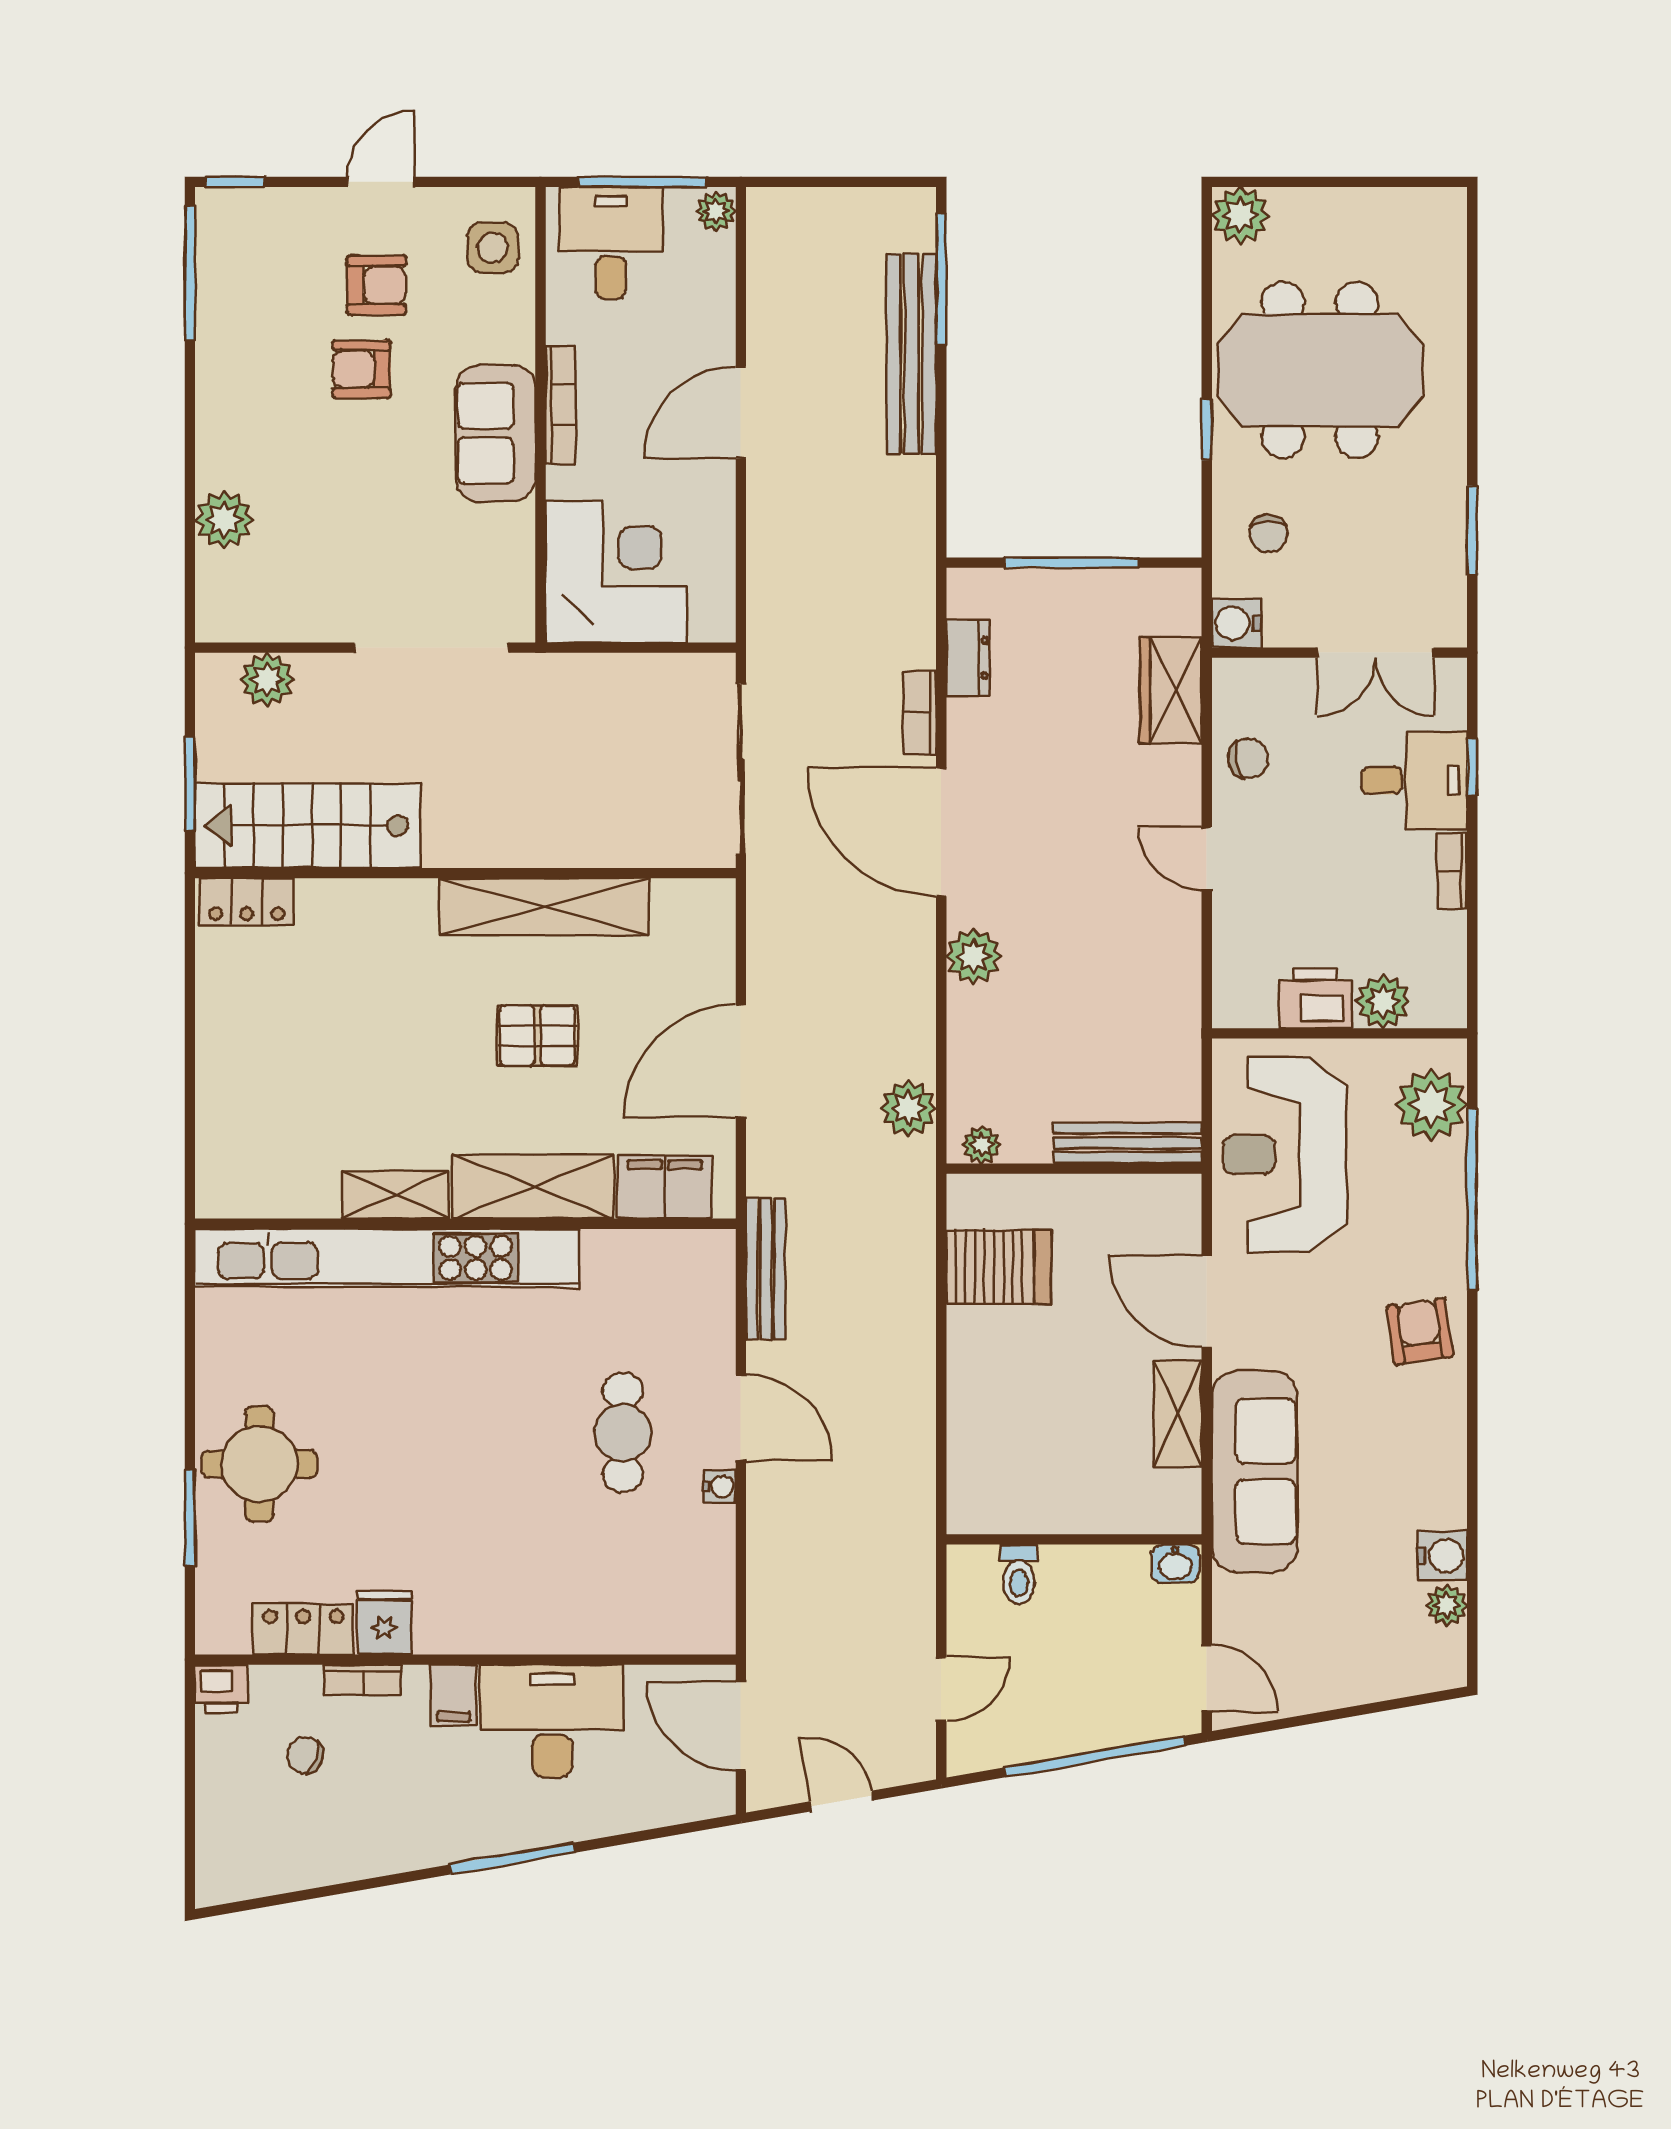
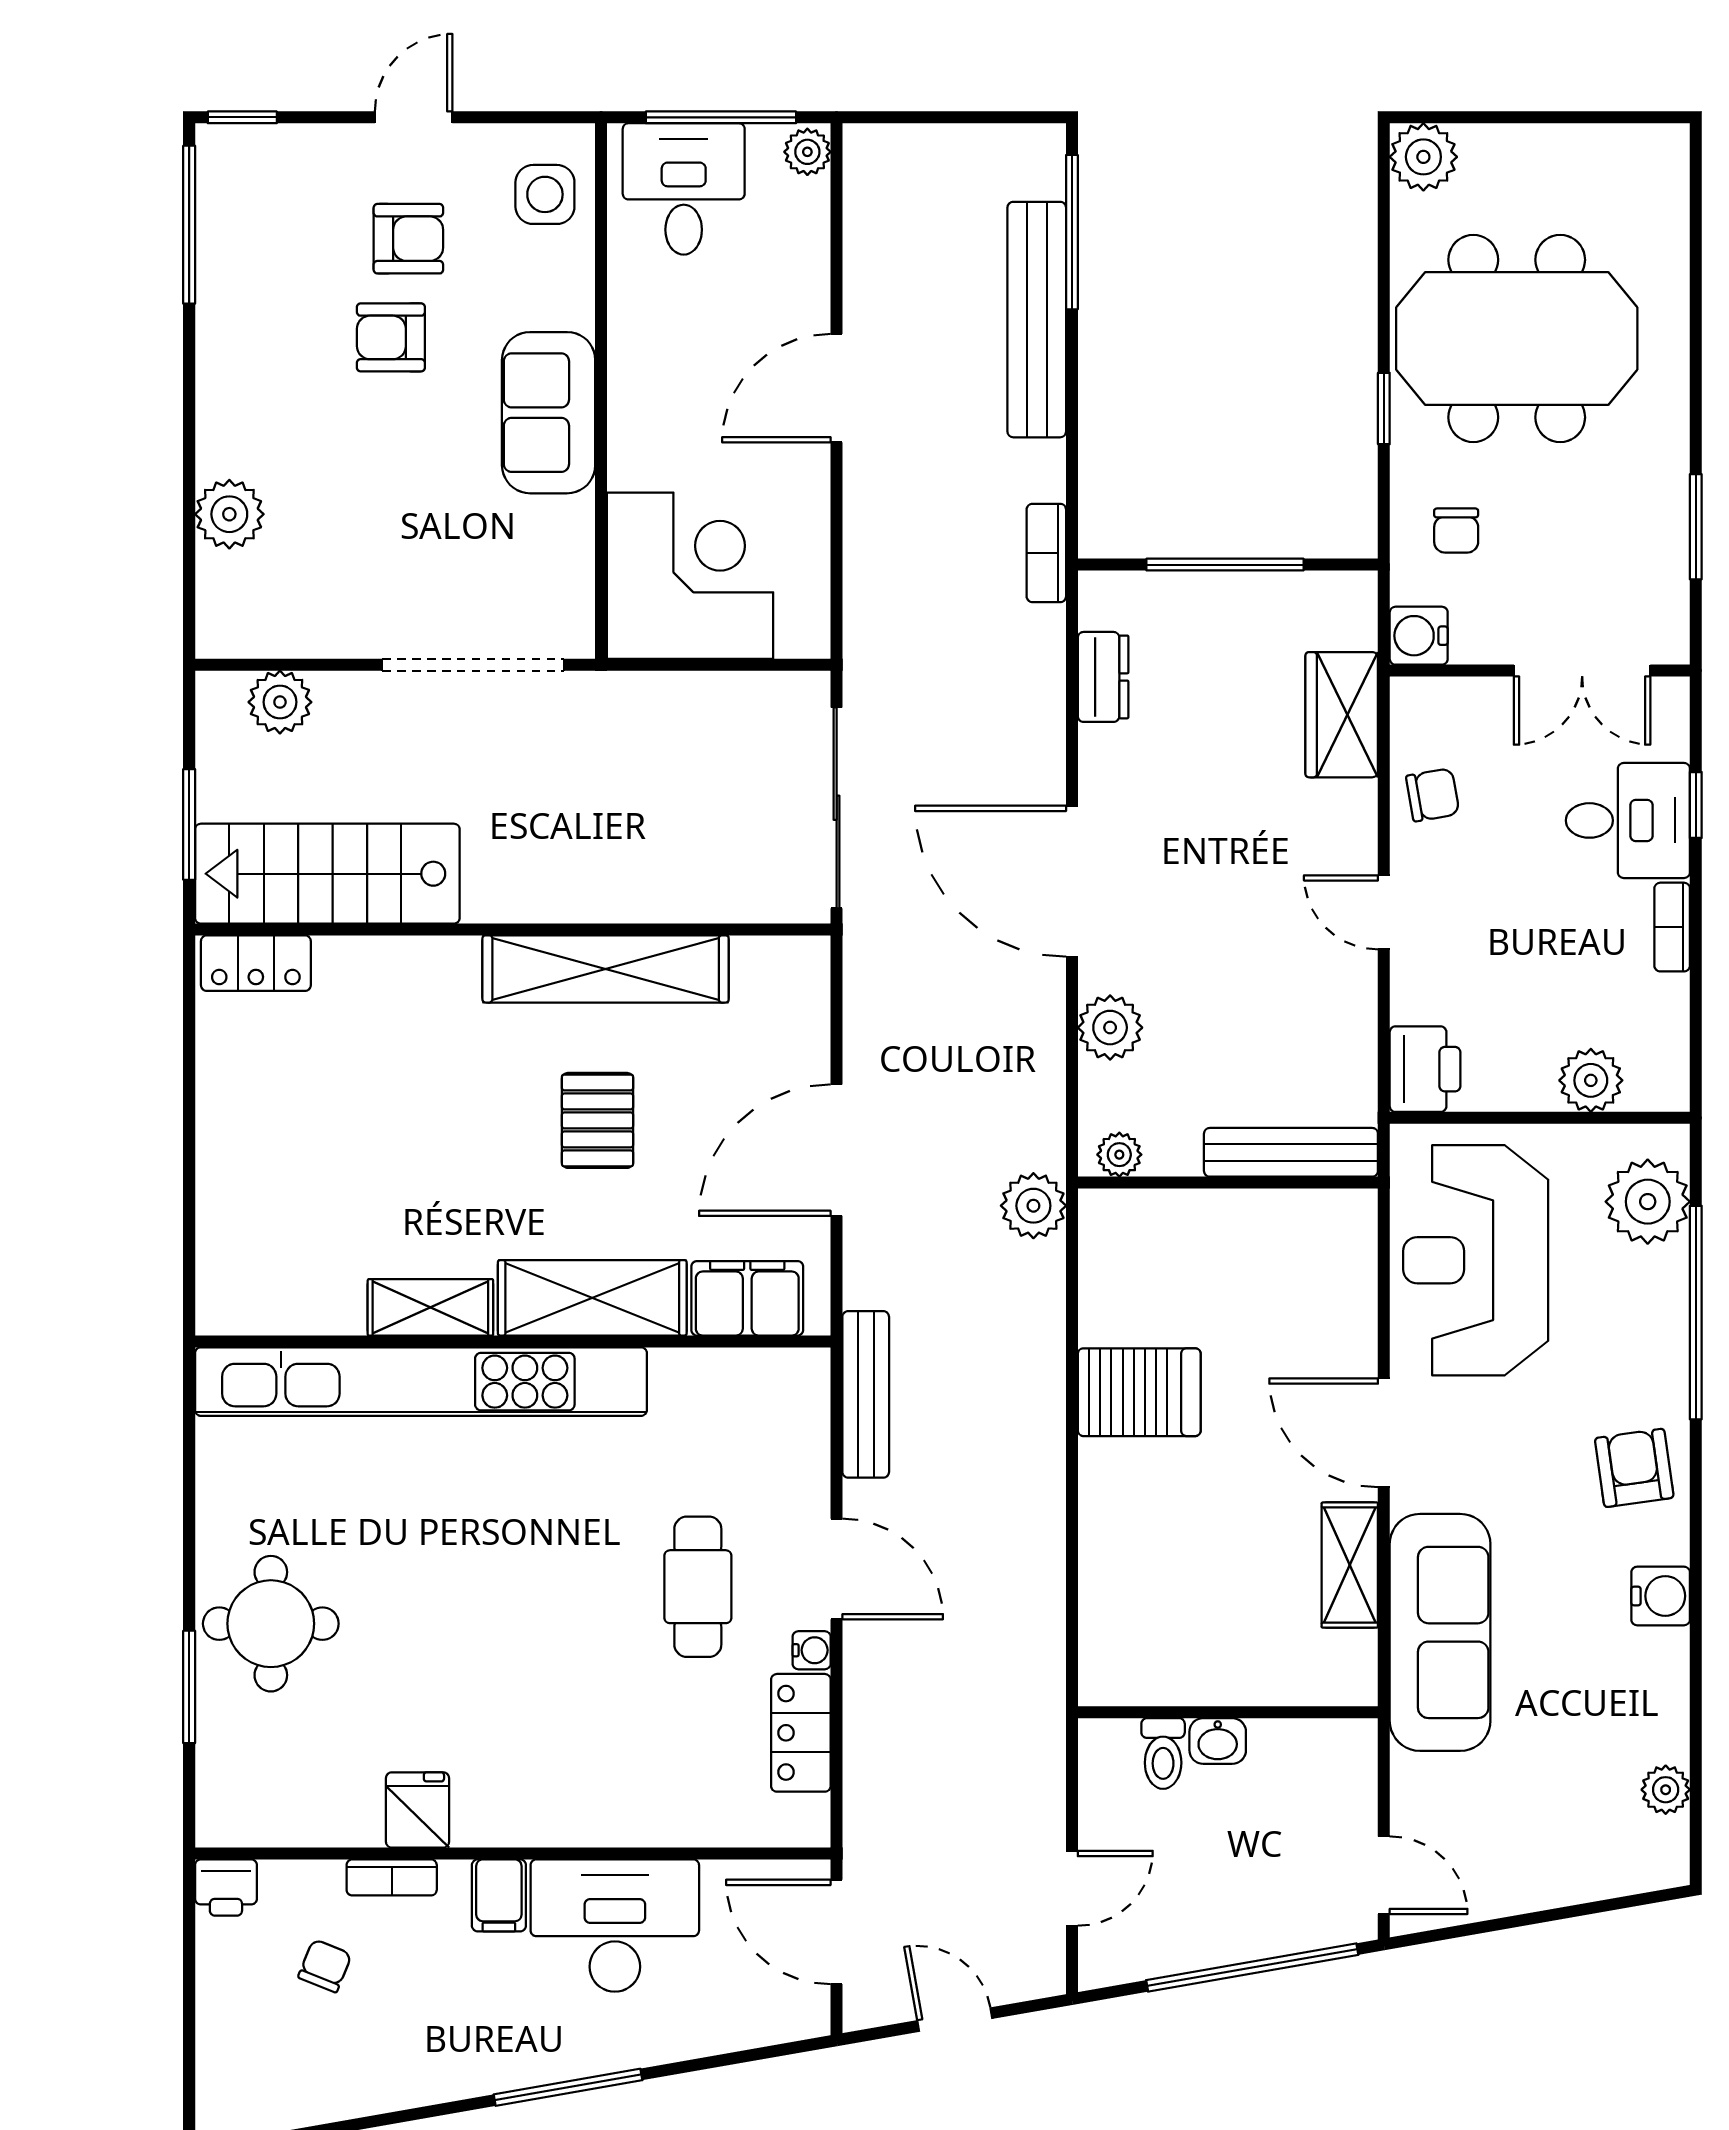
bookcase: (561, 404) -> (625, 379), removed
bookcase: (919, 712) -> (1046, 553), moved
printer: (1316, 998) -> (1425, 1069), moved, turned 90
pallet: (537, 1036) -> (598, 1120), turned 90
bench: (1128, 1143) -> (1291, 1152), moved
plant: (982, 1145) -> (1119, 1155), moved
wall: (1074, 1169) -> (1228, 1183), moved
water cooler: (1442, 1556) -> (1661, 1596), moved
washbasin: (1175, 1564) -> (1218, 1741), moved
locker: (303, 1629) -> (801, 1733), moved, turned -90
chair: (305, 1755) -> (325, 1966), turned 94

